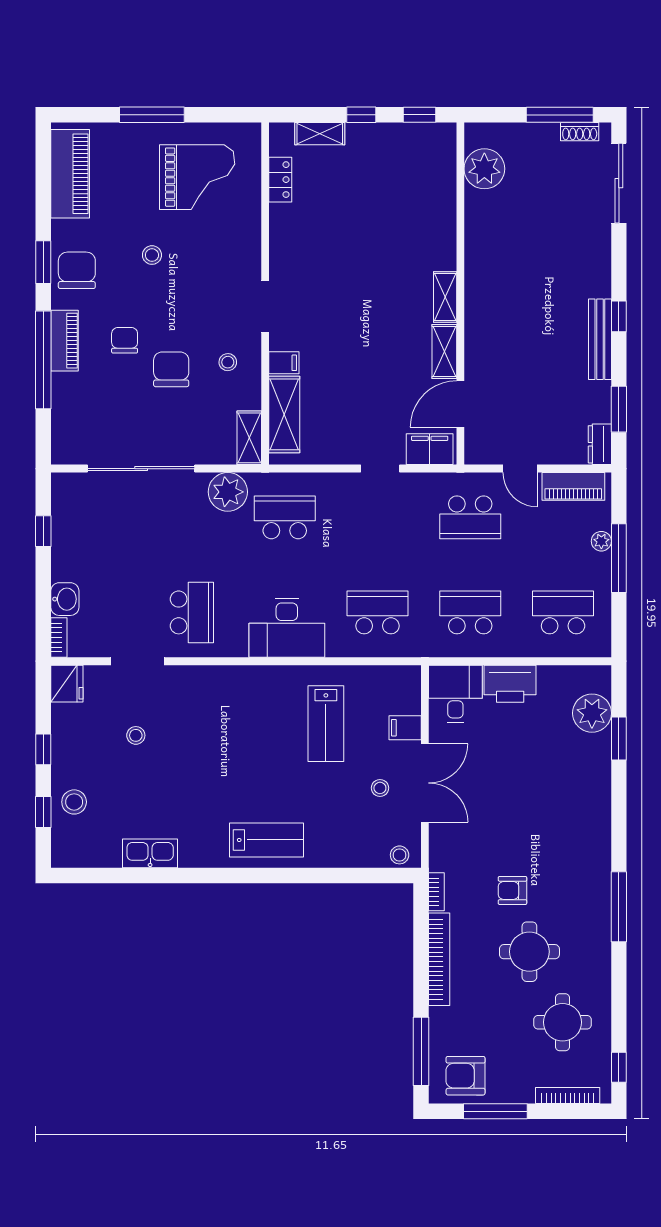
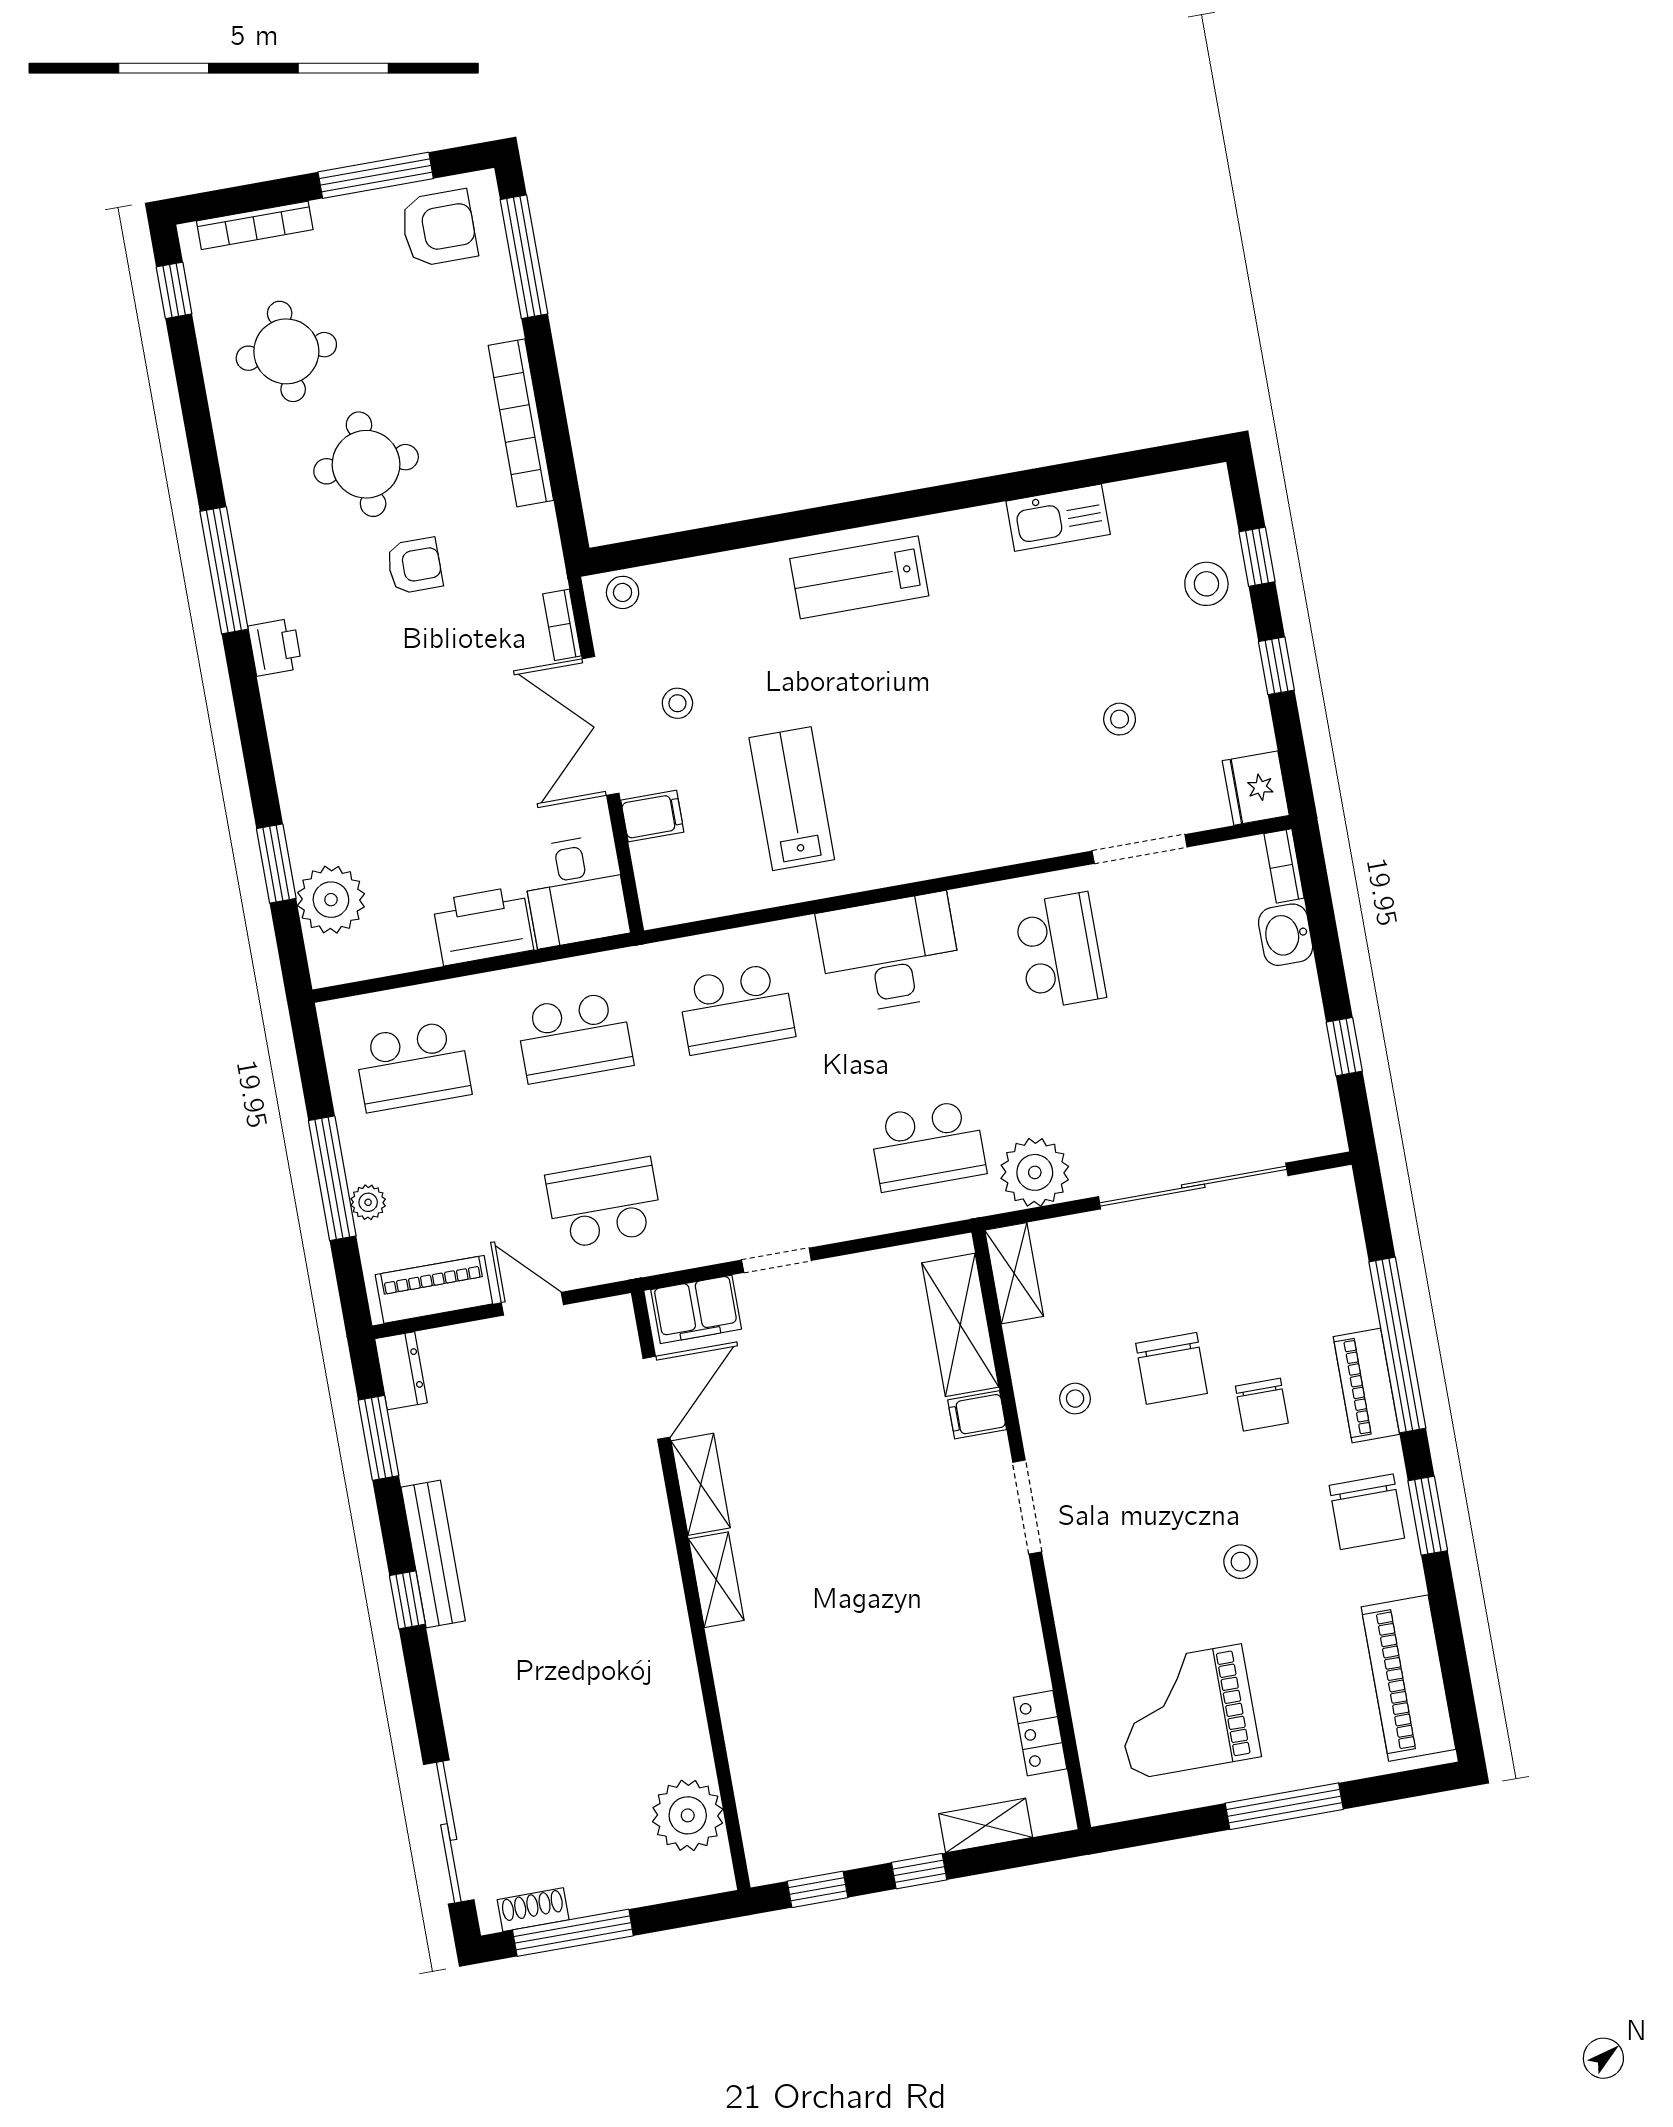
school desk: (192, 612) -> (1060, 951), turned 180
printer: (598, 859) -> (275, 647), added
bookcase: (436, 892) -> (562, 625), moved

